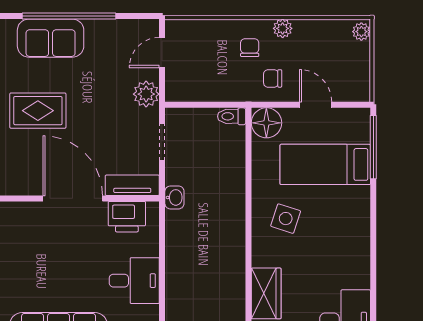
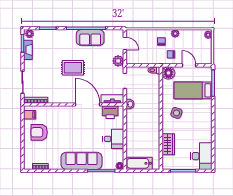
sofa: (51, 38) -> (90, 37), moved
door: (162, 53) -> (125, 44), swing flipped

